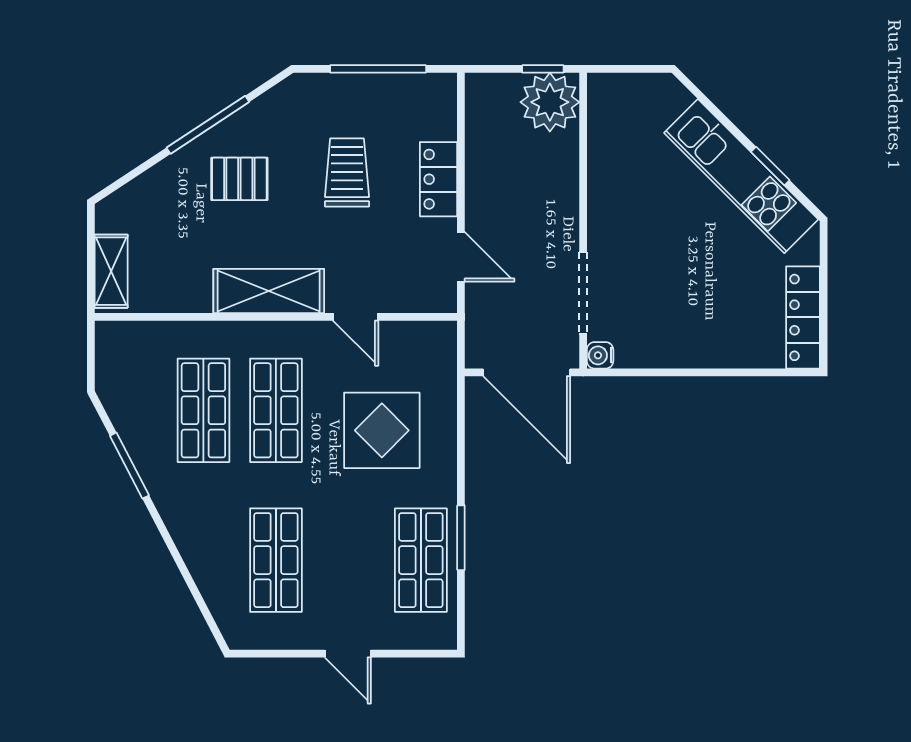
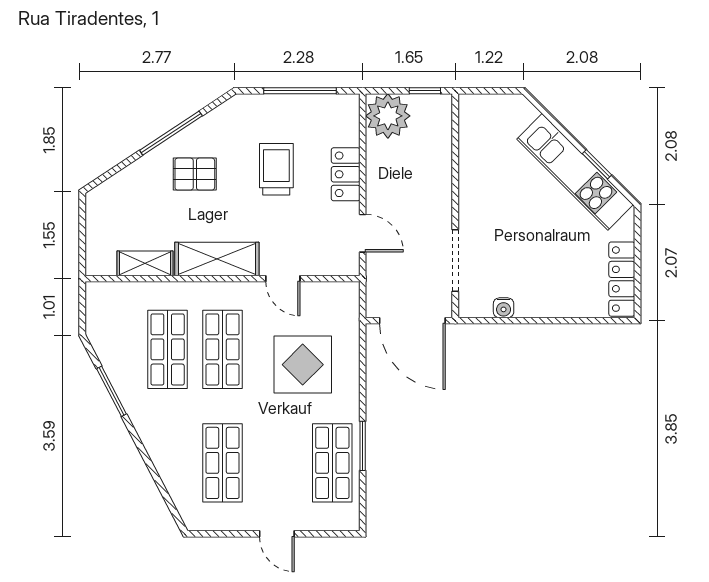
plant: (550, 102) -> (388, 116), moved
shelving: (111, 271) -> (145, 263), moved, turned 90
water cooler: (600, 355) -> (504, 308), moved, turned -90

